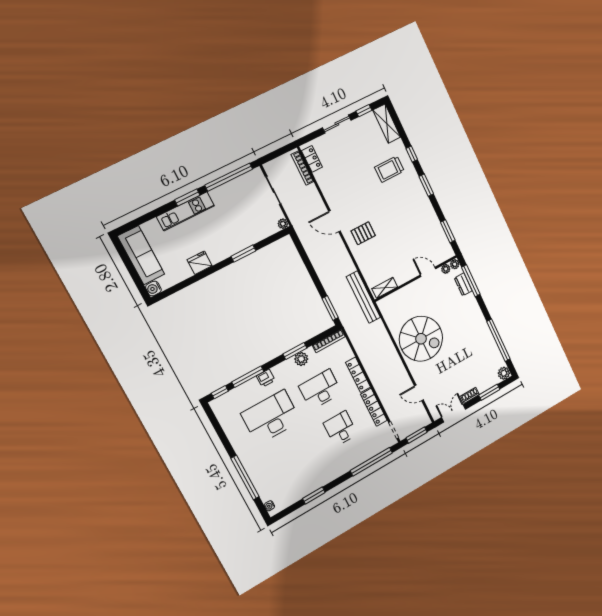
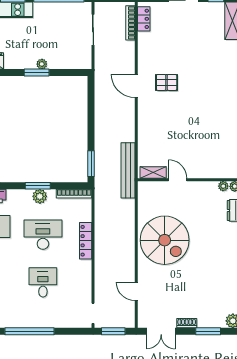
trolley: (389, 169) -> (214, 64), removed
plant: (283, 224) -> (42, 64), moved
pallet: (363, 233) -> (167, 82), moved
door: (428, 272) -> (178, 180), moved
locker: (374, 407) -> (85, 280), removed
double door: (454, 413) -> (161, 331), swing flipped
window: (371, 462) -> (30, 331), moved

